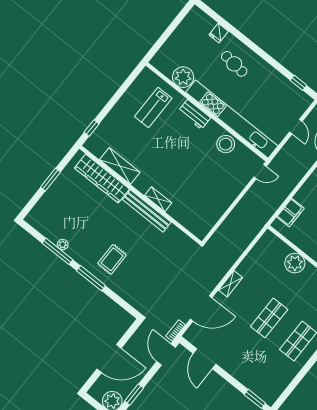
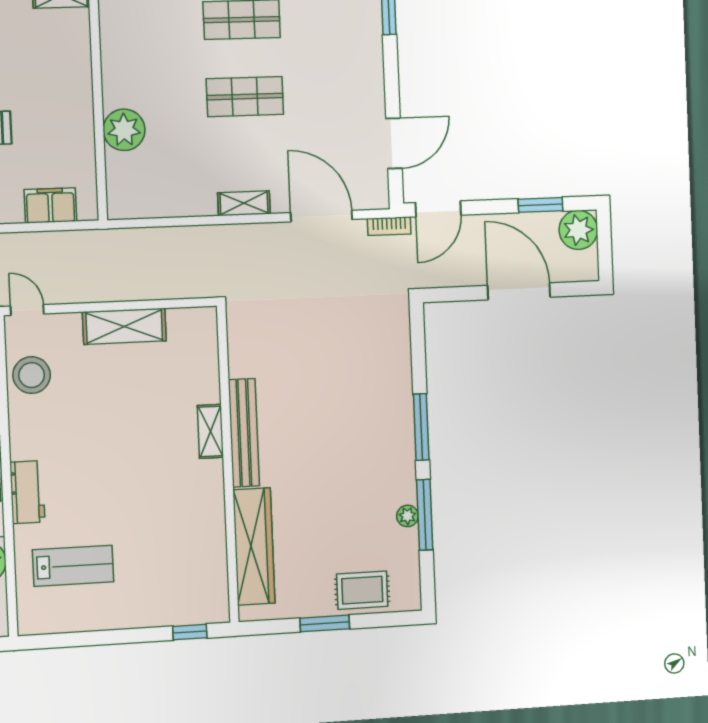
stool: (226, 144) -> (32, 375), moved
shelving: (120, 166) -> (124, 326), moved, turned 90
rug: (112, 259) -> (362, 590), moved

